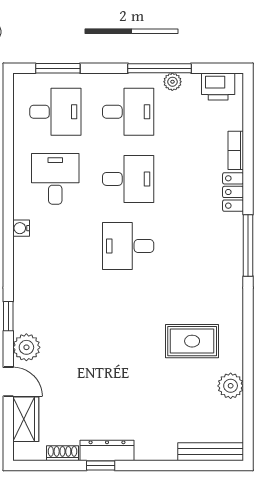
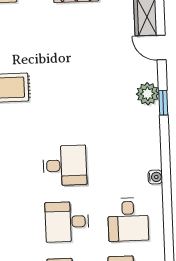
plant: (26, 347) -> (148, 94), moved

